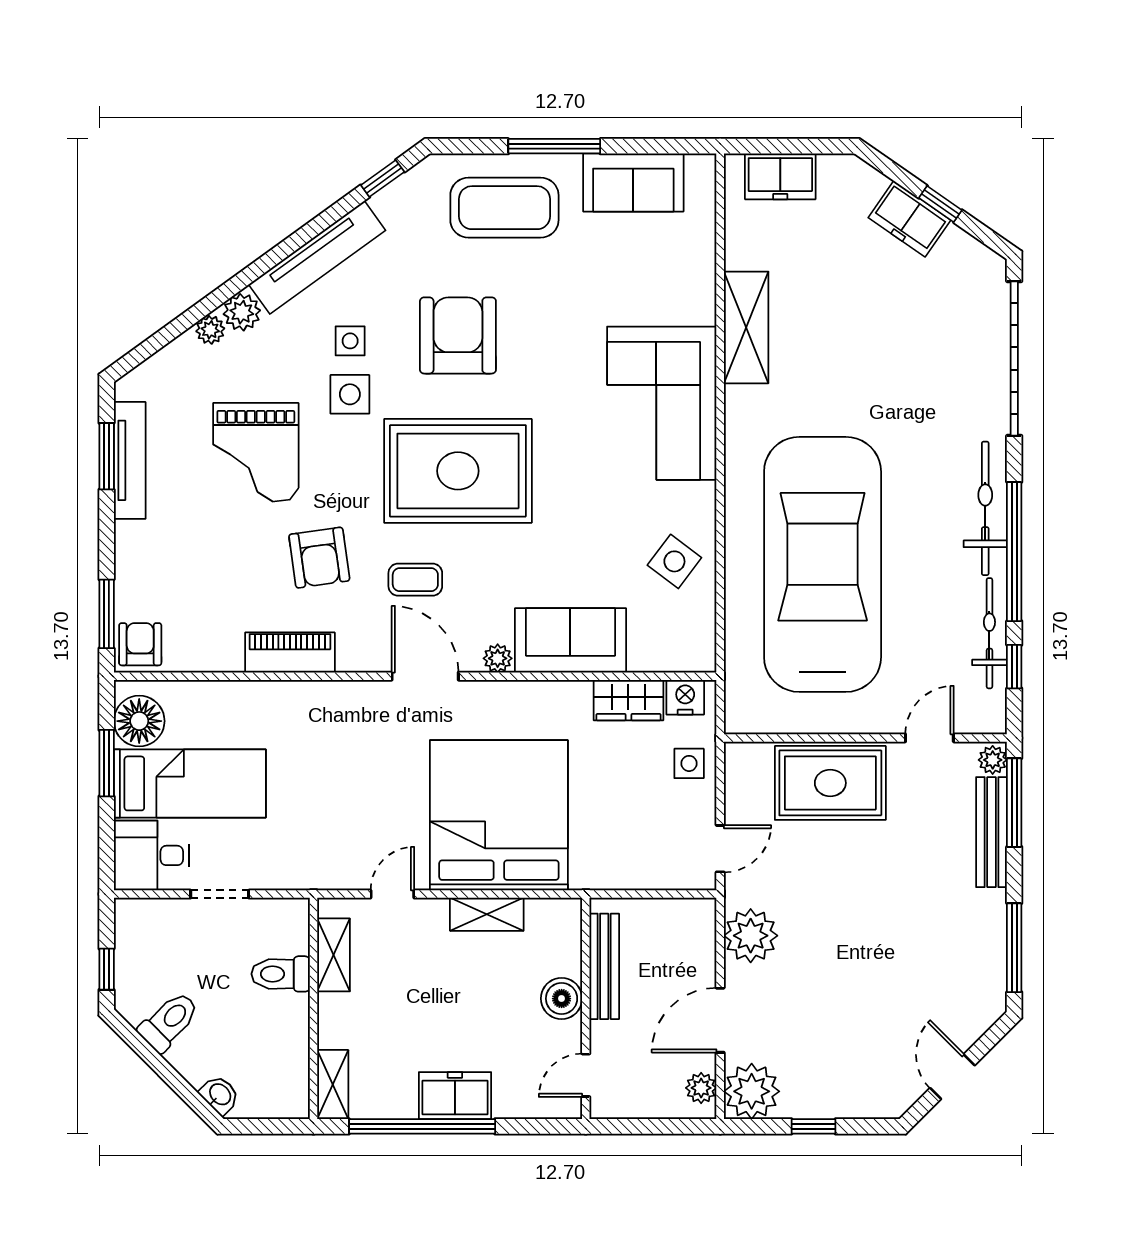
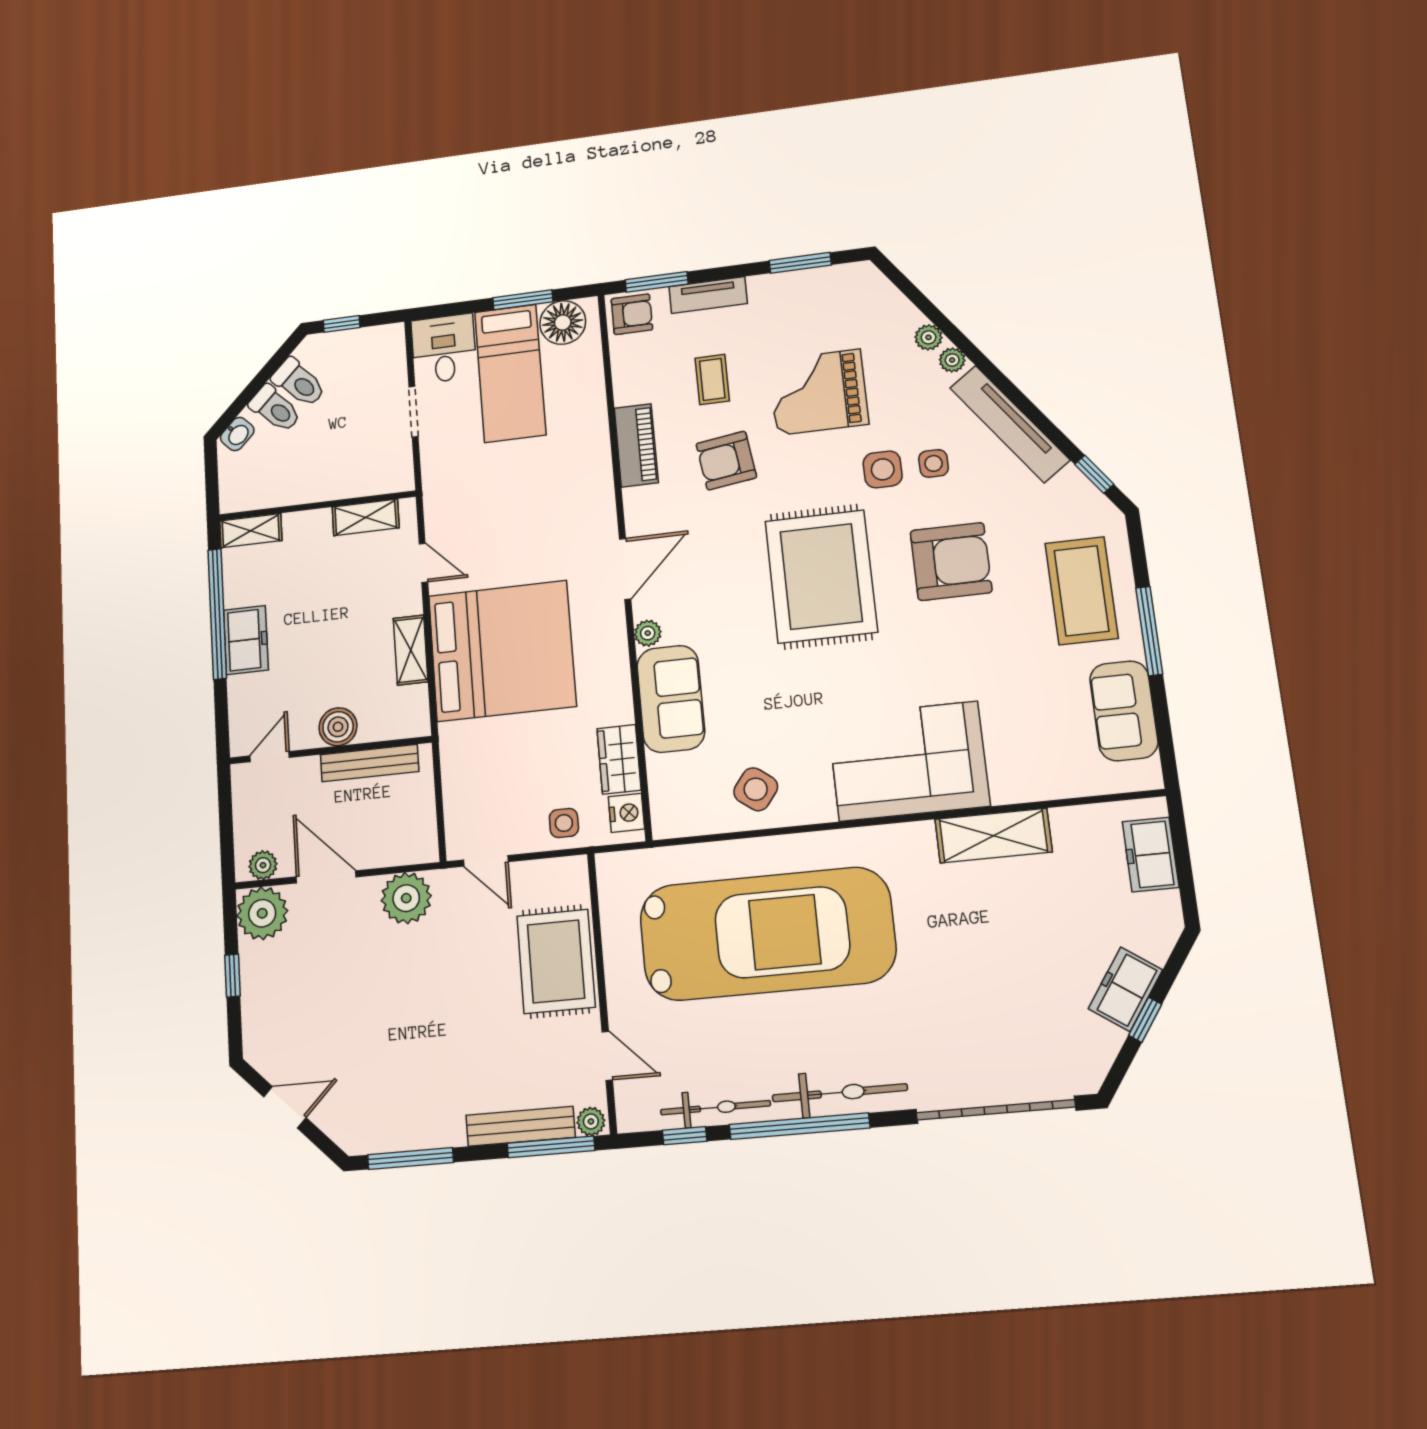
plant: (242, 312) -> (952, 360), width x0.73, depth x0.73
tv unit: (130, 460) -> (708, 295), moved, width x0.71
coffee table: (415, 580) -> (712, 380), moved
toilet: (281, 974) -> (275, 409), moved, turned 135
door: (586, 1075) -> (270, 757), hinge flipped

